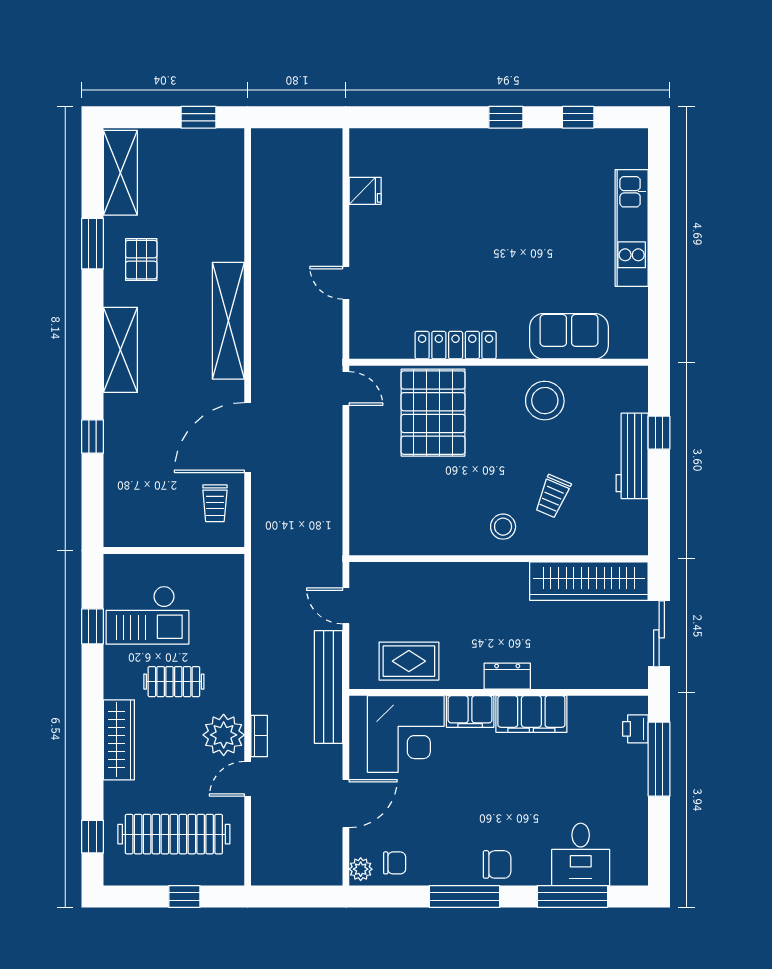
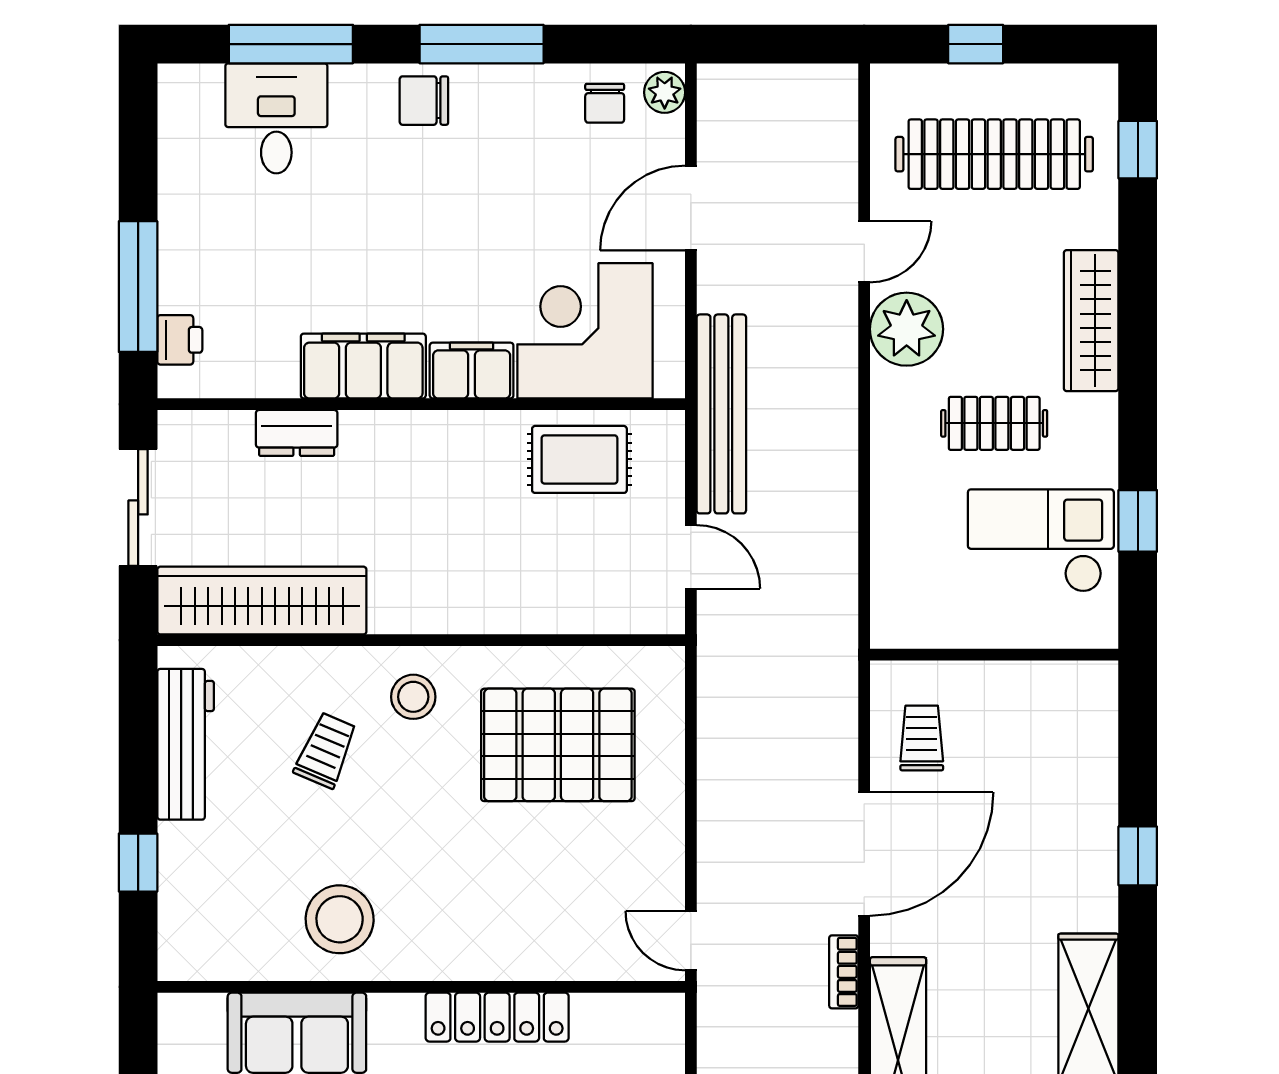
pallet: (433, 413) -> (558, 745), moved, turned 90
workbench: (632, 456) -> (186, 744), moved
dresser: (507, 676) -> (297, 433), moved
bookcase: (259, 736) -> (844, 972), moved
chair: (395, 863) -> (605, 103), turned -90

